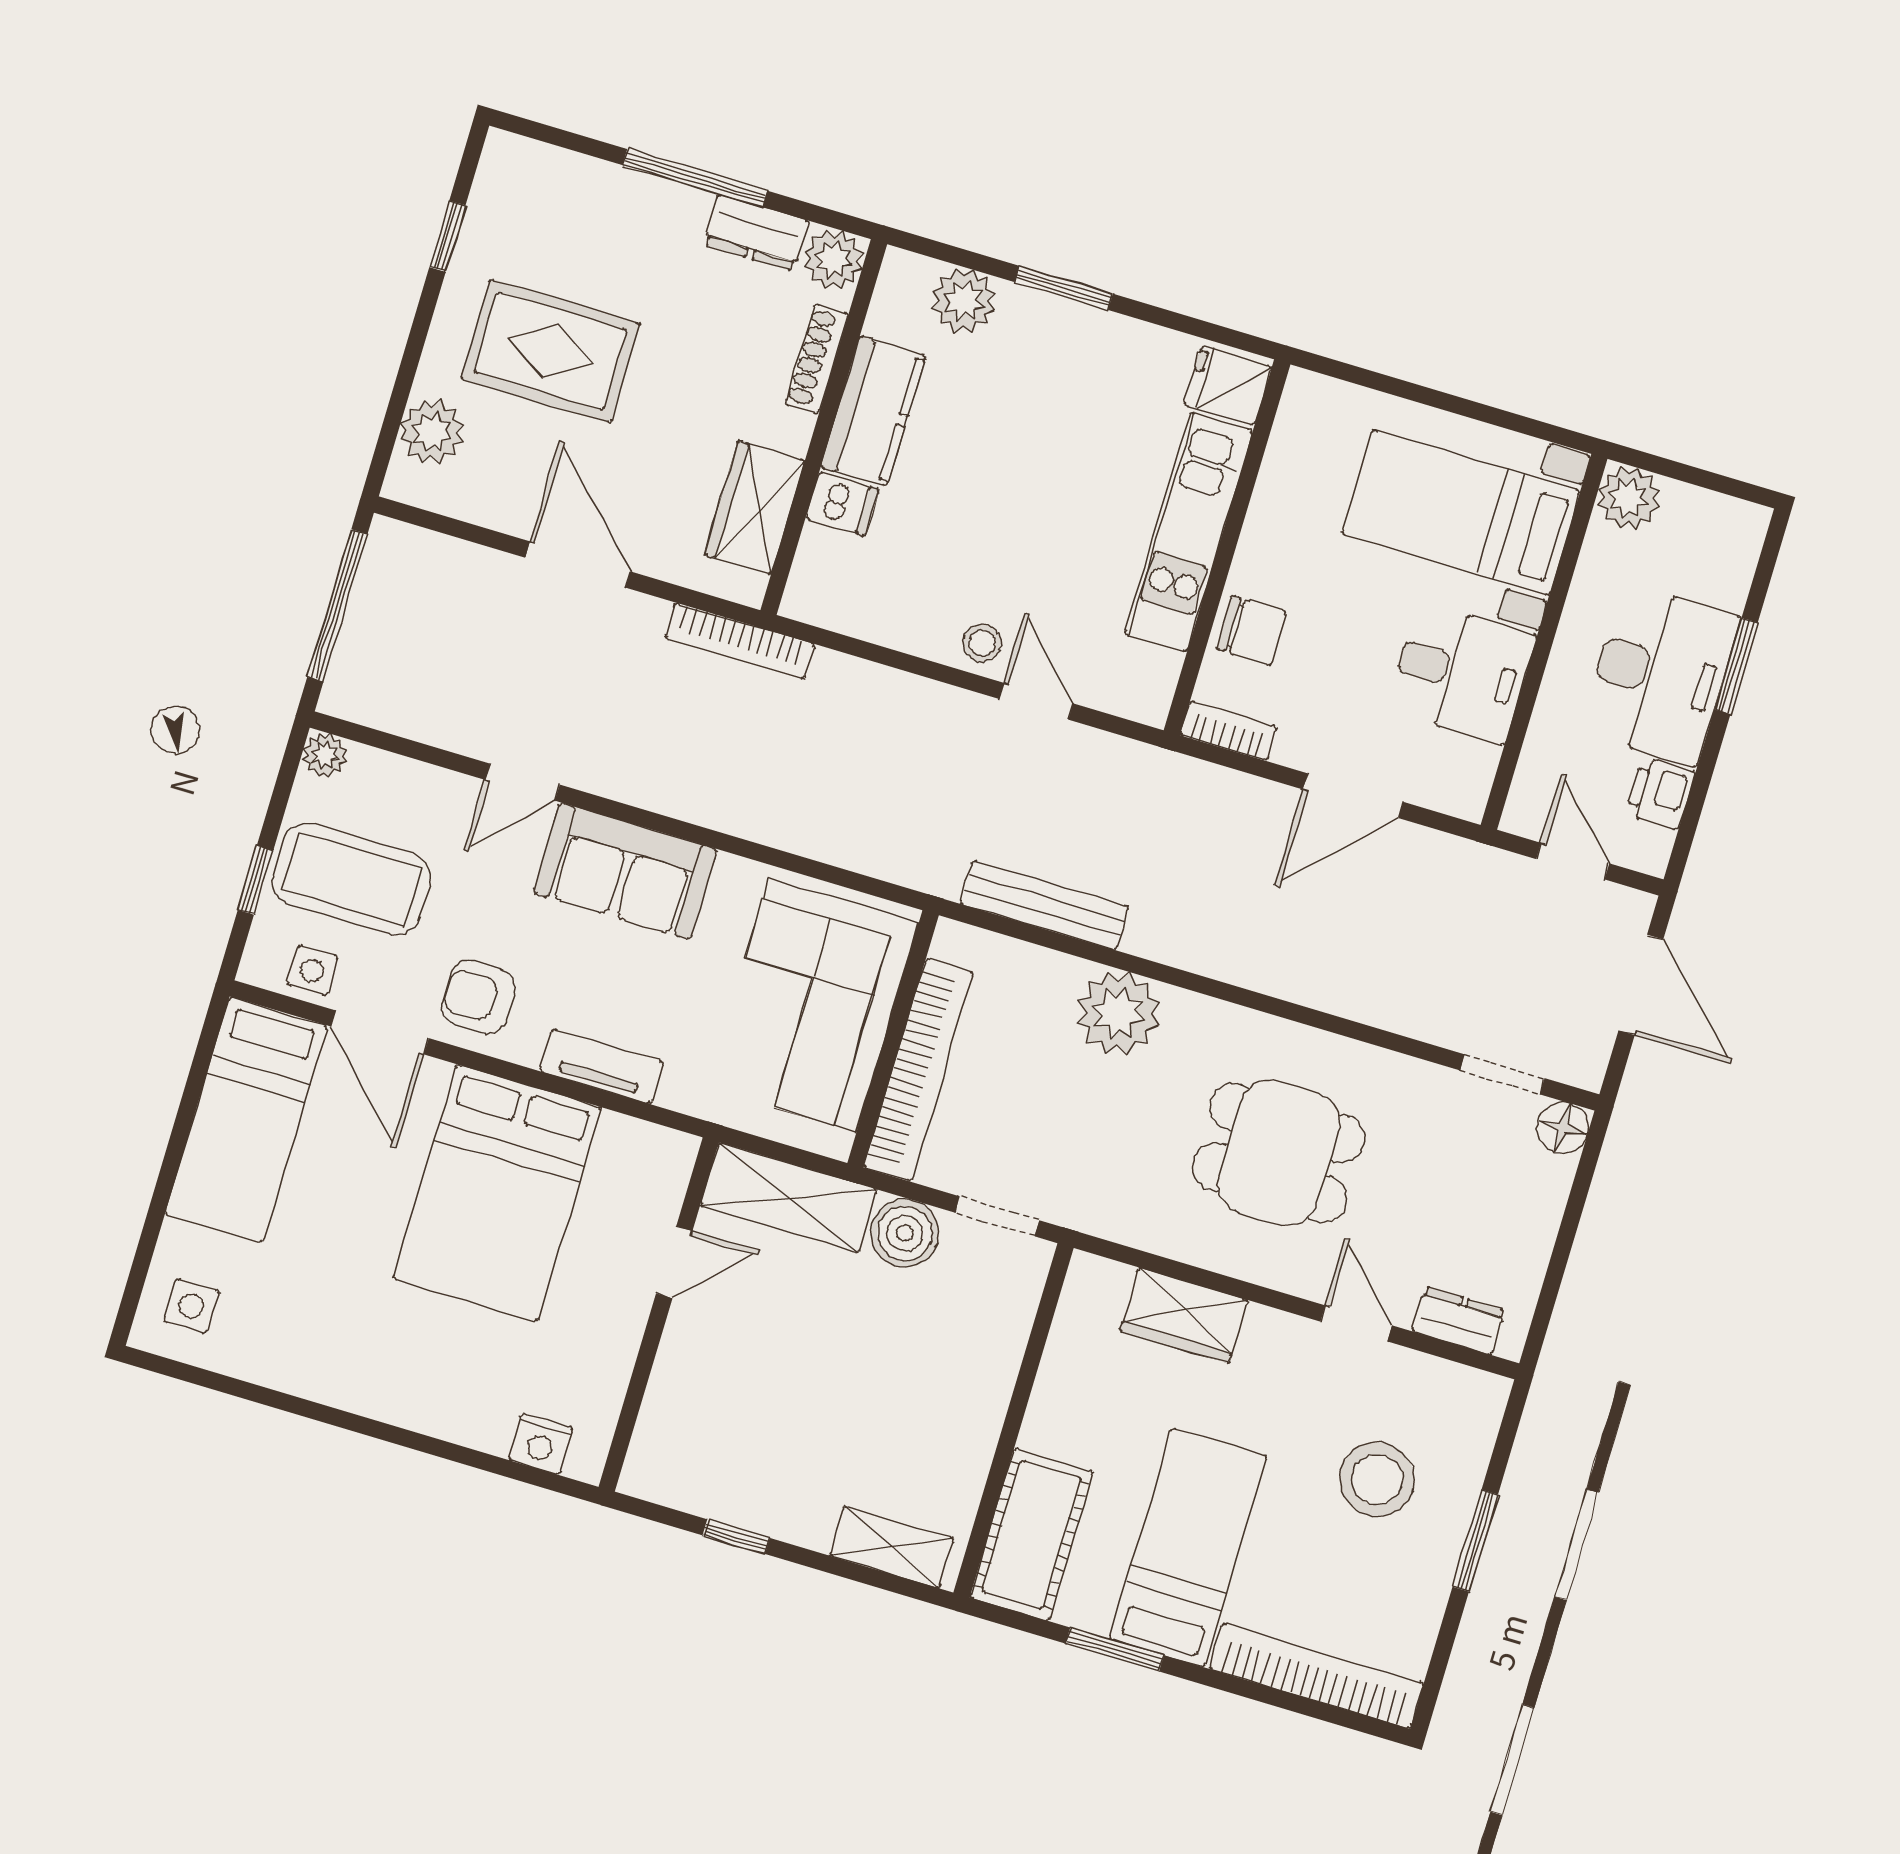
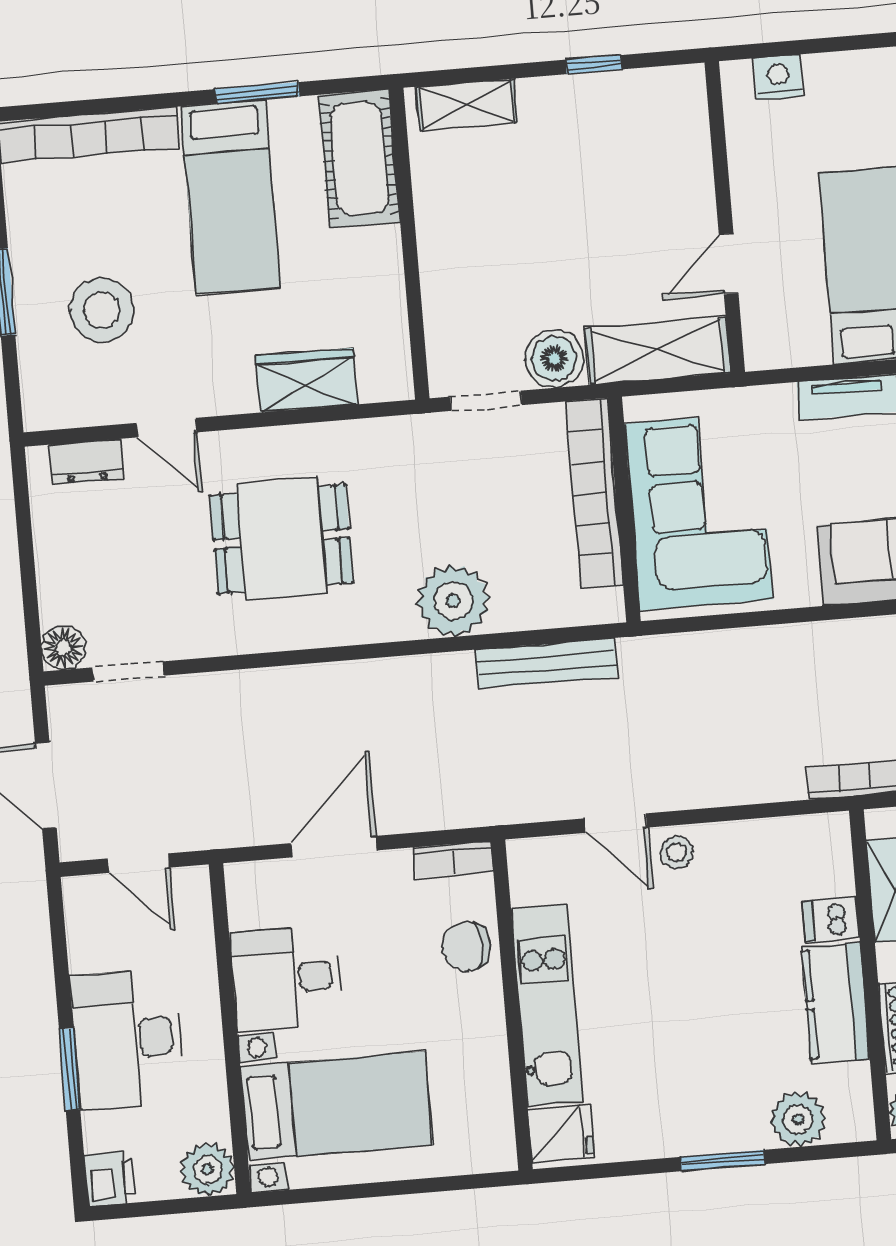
printer: (1660, 793) -> (110, 1179), moved

